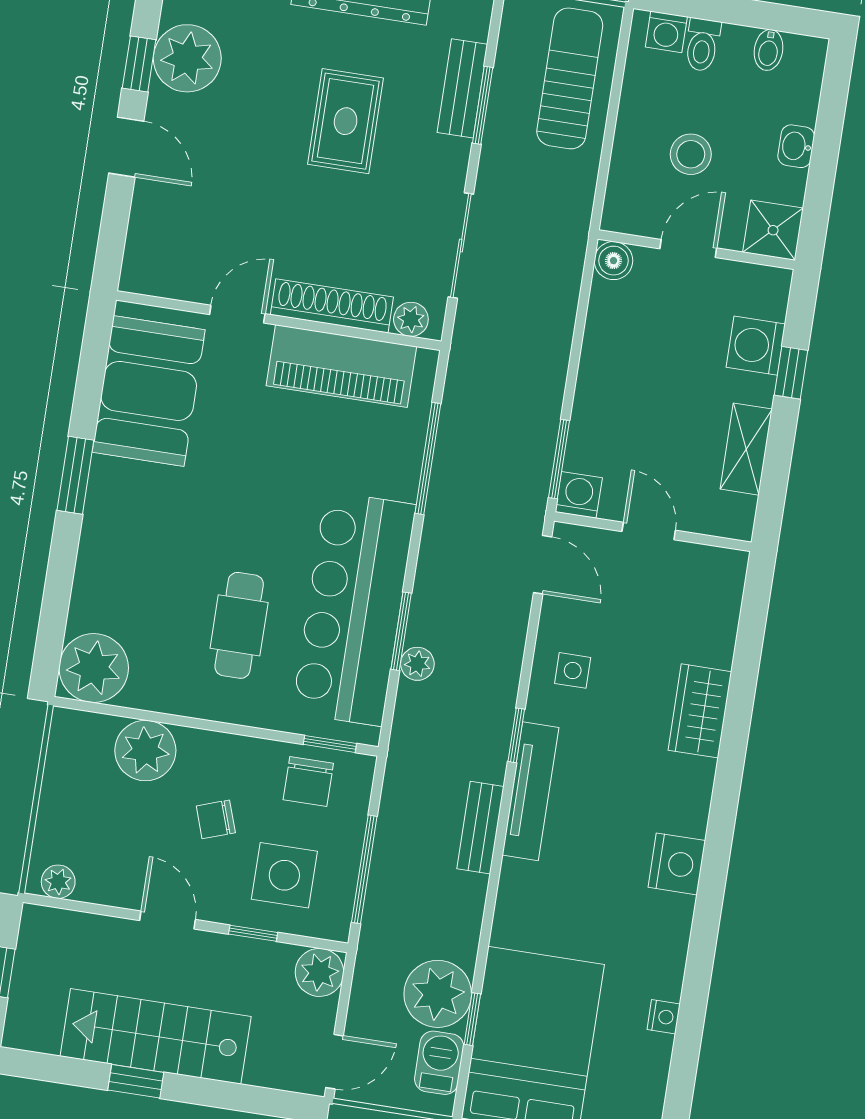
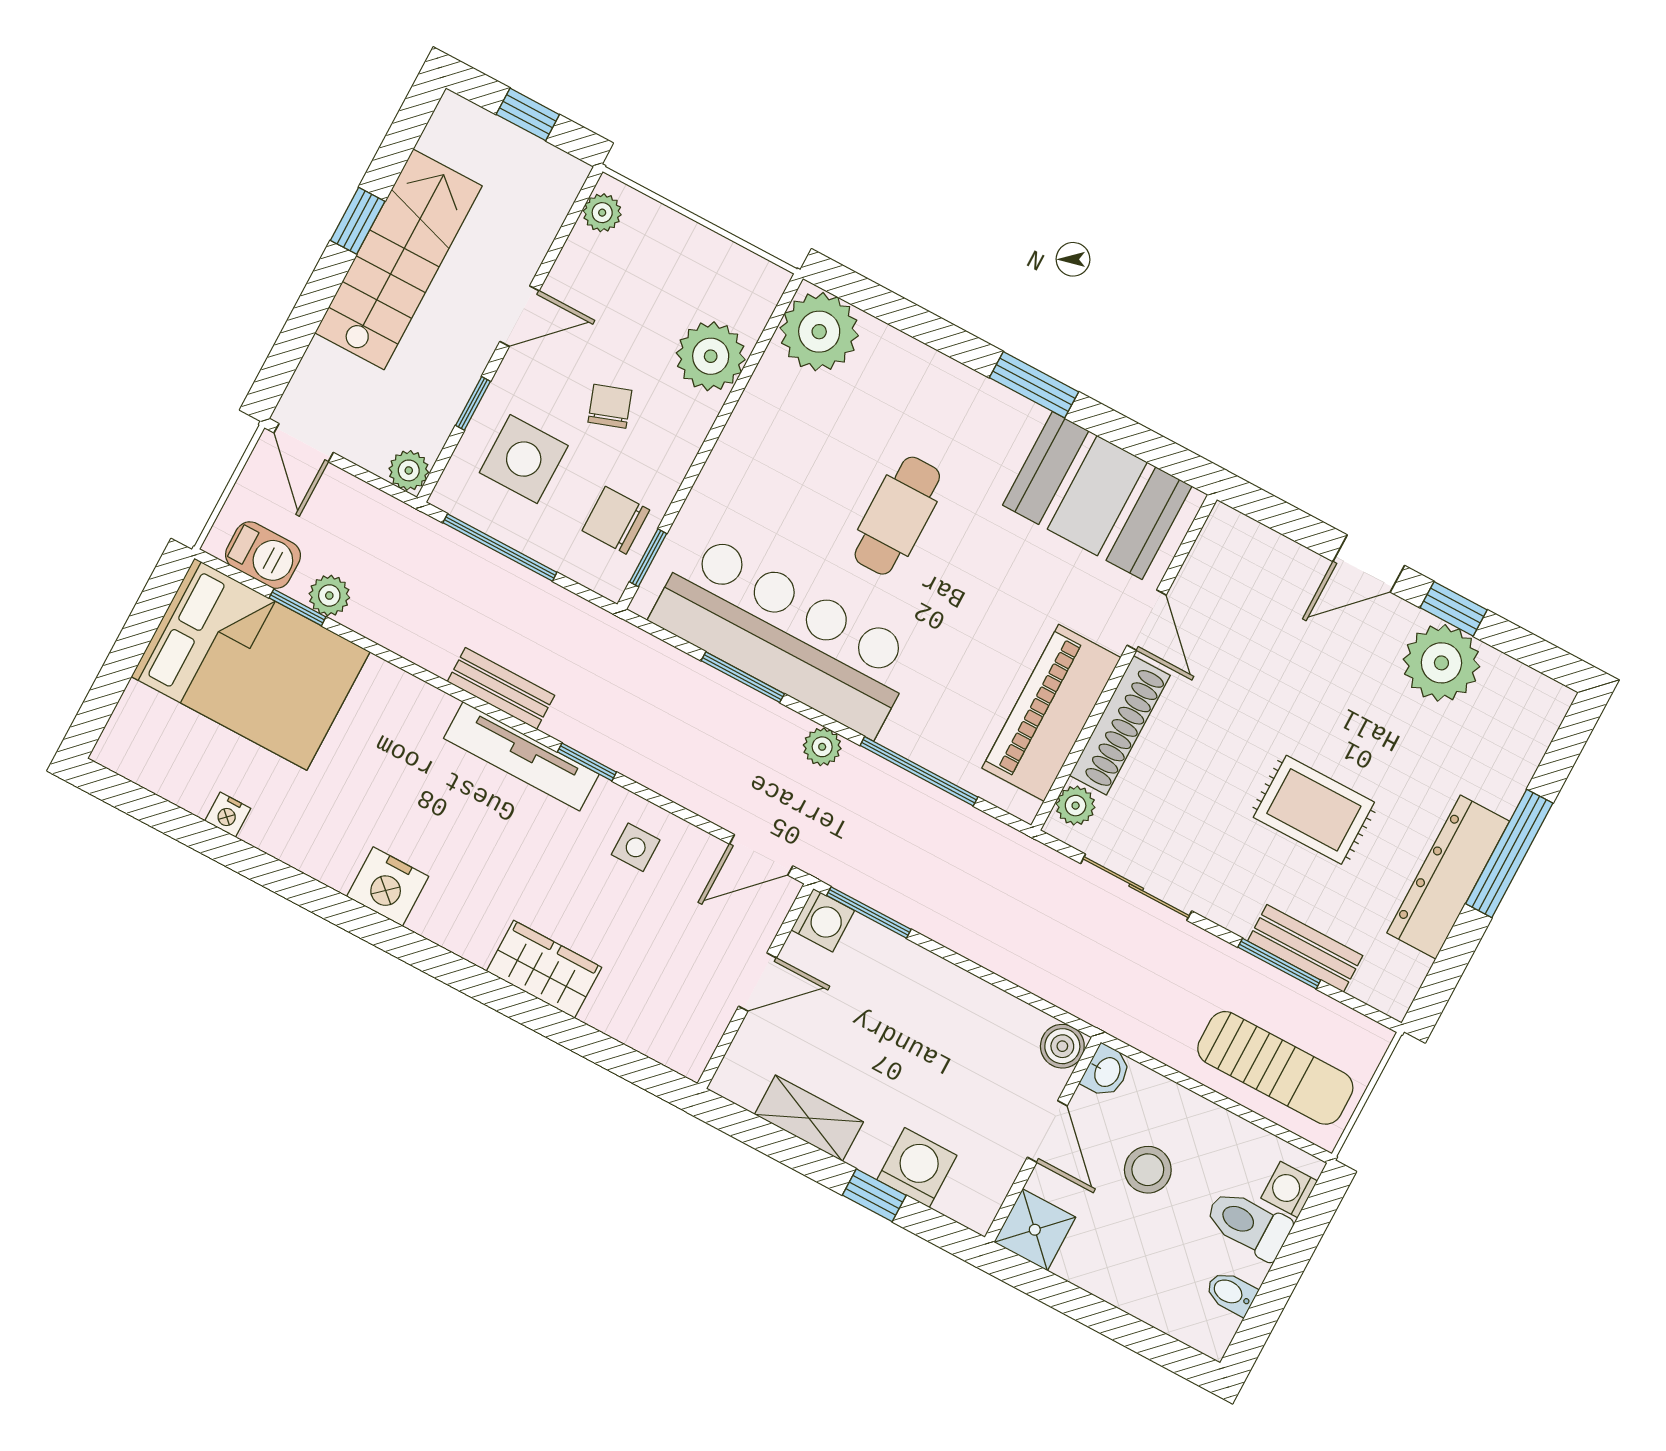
toilet: (702, 45) -> (1248, 1224), width x1.37, depth x1.39
washbasin: (796, 146) -> (1106, 1072), moved, turned 90
cafe table: (239, 625) -> (897, 516), moved, turned 90
plant: (417, 664) -> (822, 747), moved
plant: (319, 972) -> (409, 470), width x0.73, depth x0.73
plant: (438, 994) -> (329, 596), width x0.53, depth x0.53

